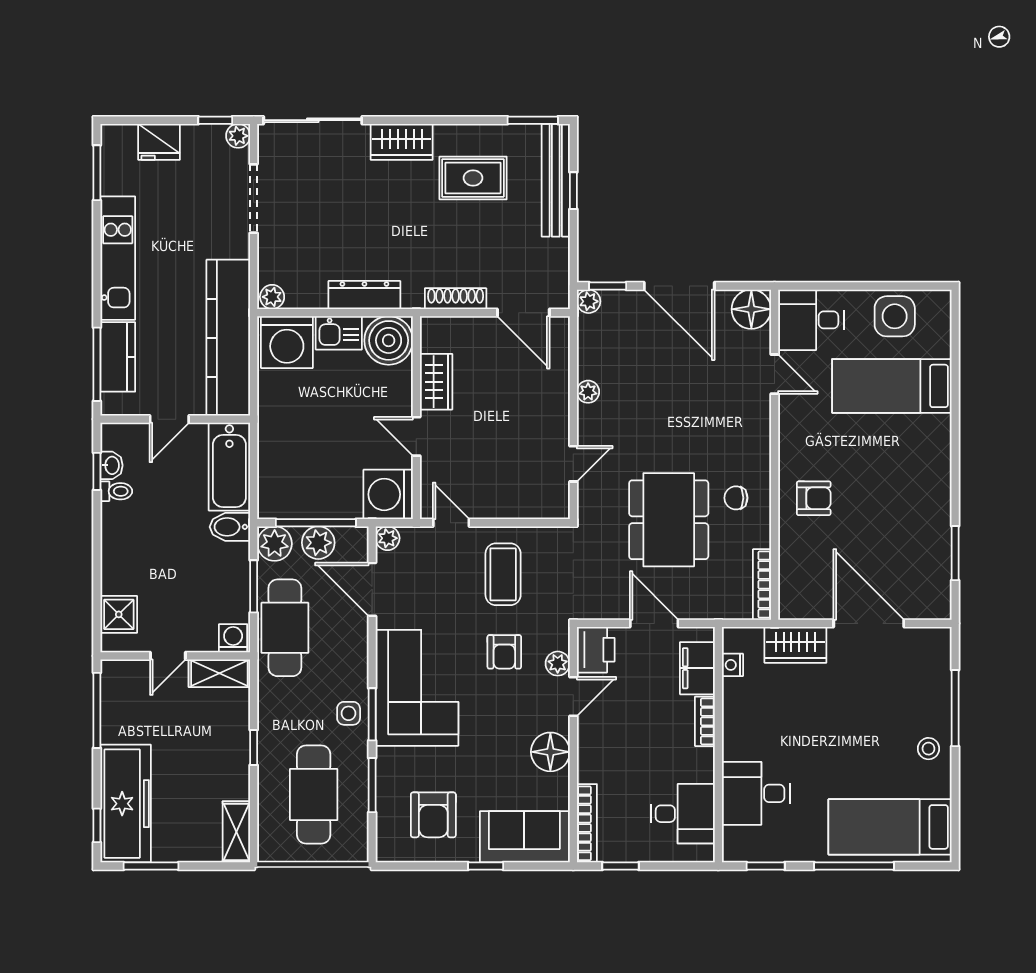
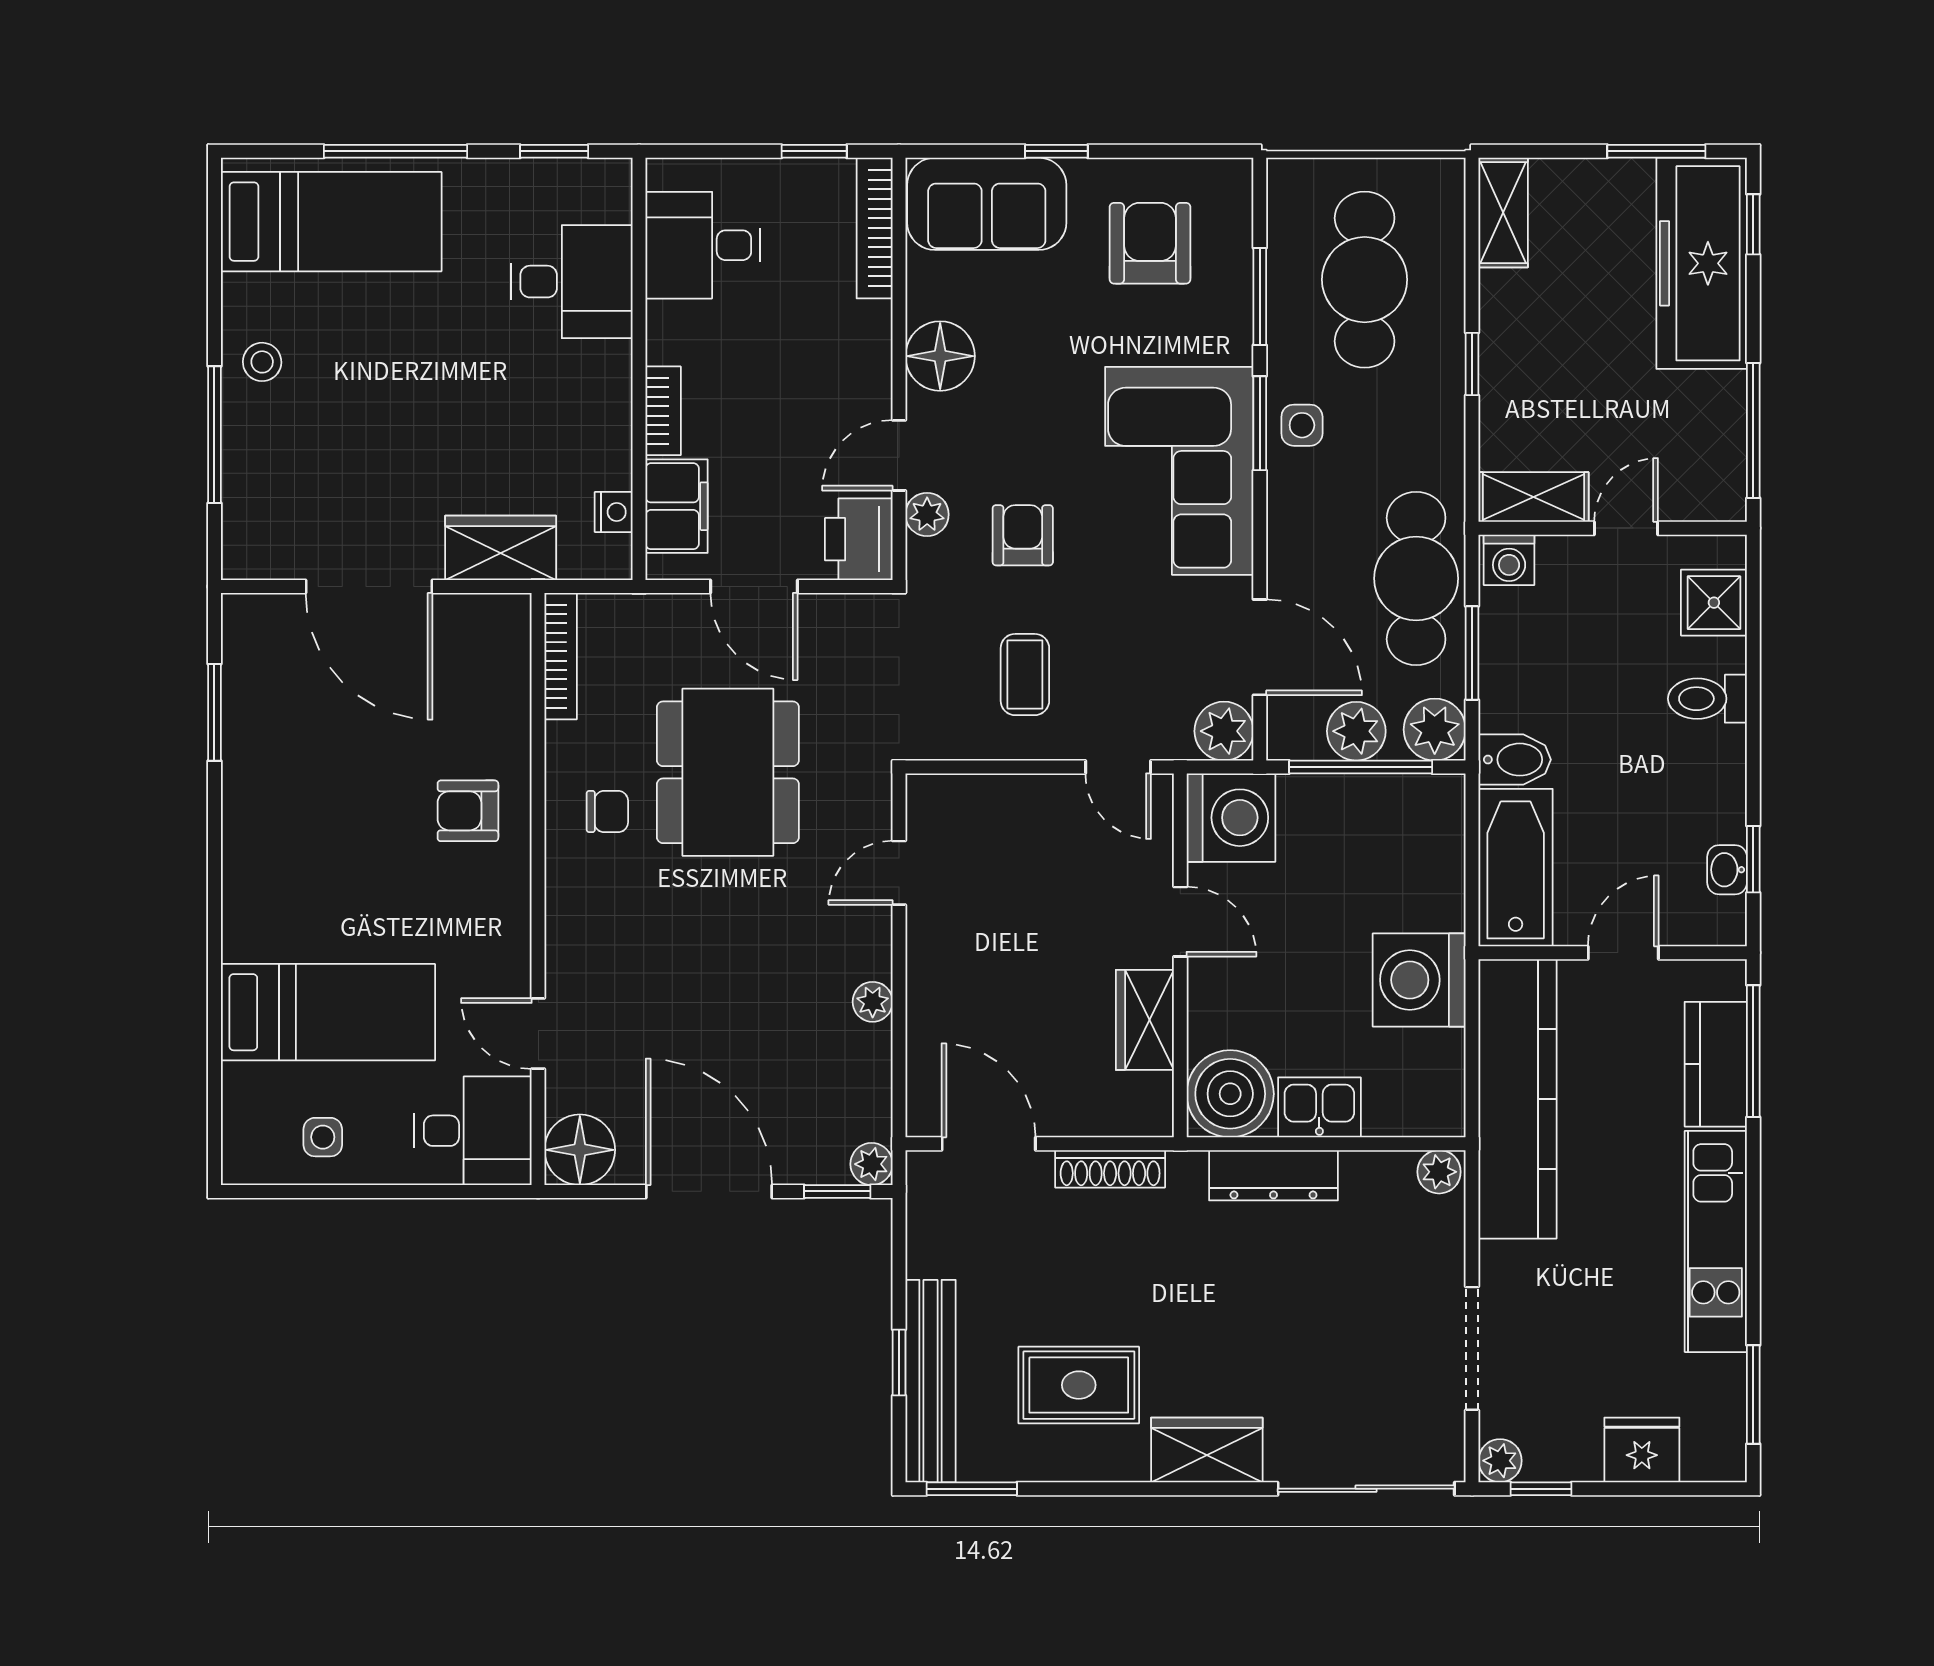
side table: (895, 316) -> (323, 1137), width x0.54, depth x0.54
washing machine: (287, 342) -> (1419, 980), moved, turned -90
toilet: (116, 491) -> (1707, 699), moved, width x1.37, depth x1.39
plant: (388, 538) -> (1224, 731), width x1.38, depth x1.38
coffee table: (503, 574) -> (1025, 675), width x0.73, depth x0.77

